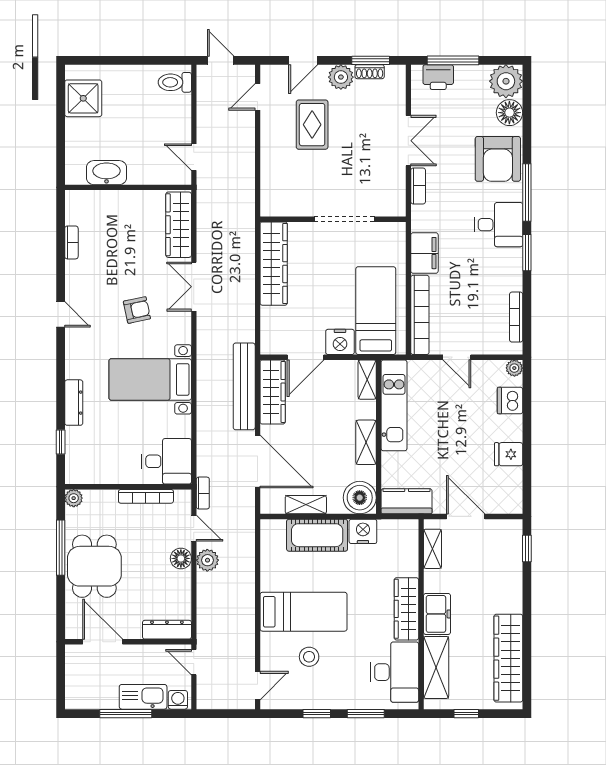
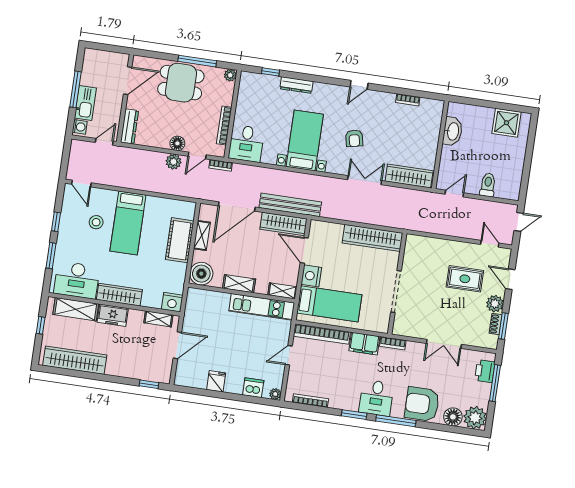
toilet: (175, 82) -> (488, 185), moved
bookcase: (418, 186) -> (393, 343), moved
kitchen counter: (407, 501) -> (194, 306), removed
nightstand: (363, 531) -> (172, 302), moved, turned 90

